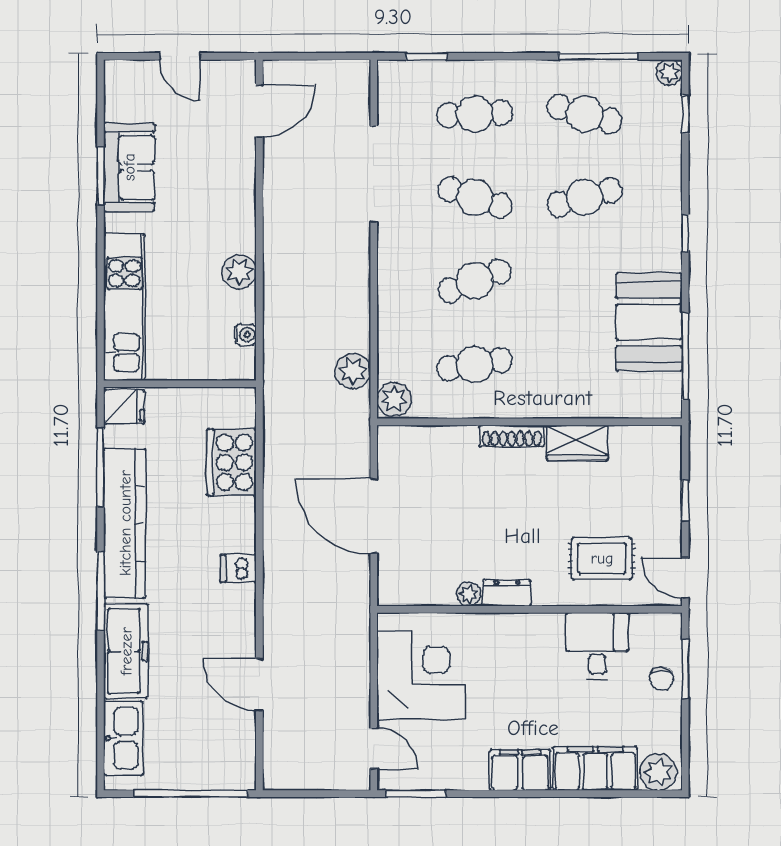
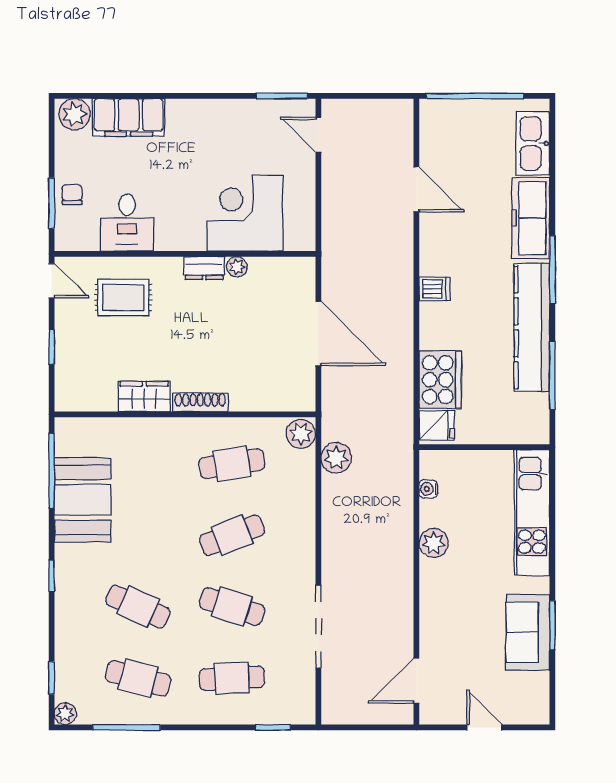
cafe table: (584, 197) -> (138, 607), turned 39
fridge: (124, 407) -> (437, 425), moved, turned 180
corner desk: (421, 675) -> (245, 213), moved, turned 90
filing cabinet: (520, 770) -> (193, 116), removed

